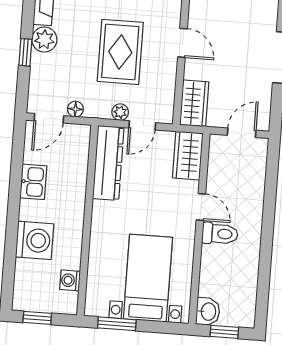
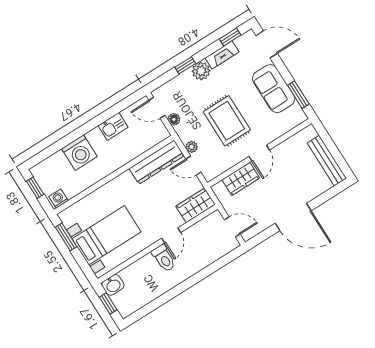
rug: (120, 52) -> (227, 121), turned 90
wardrobe: (194, 103) -> (241, 179), moved
washing machine: (70, 280) -> (59, 199), moved

